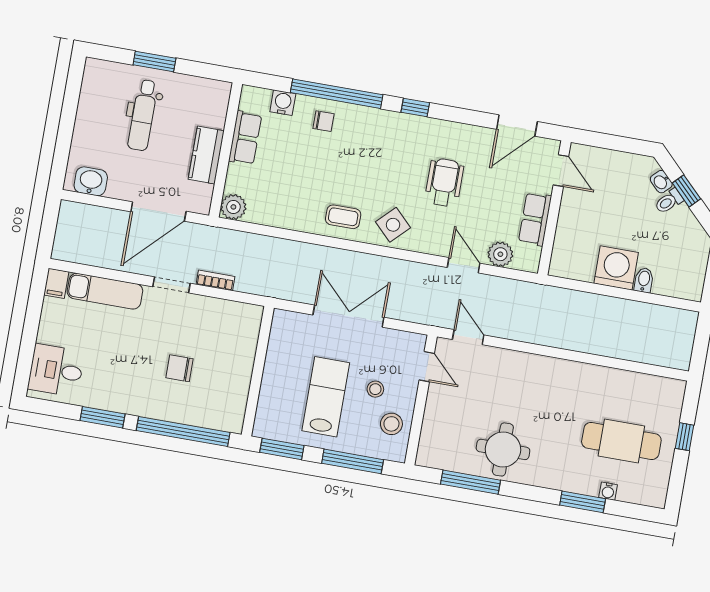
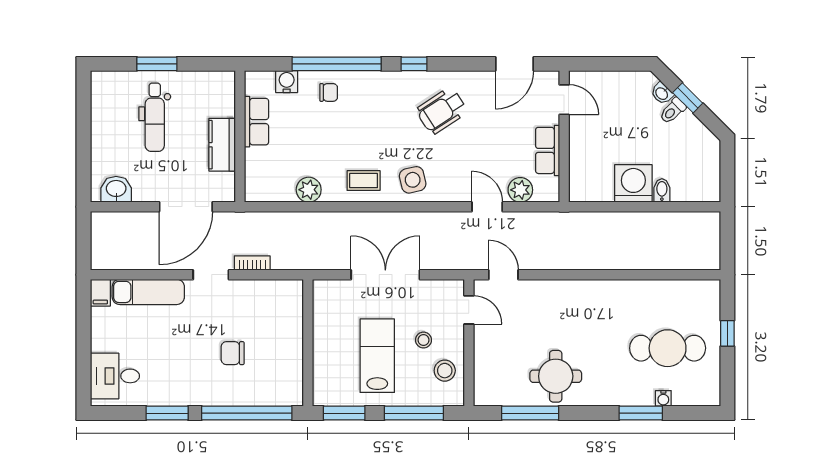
wheelchair: (444, 182) -> (442, 111), moved, turned -123
plant: (233, 207) -> (309, 190), moved
side table: (393, 225) -> (413, 180), turned 32

